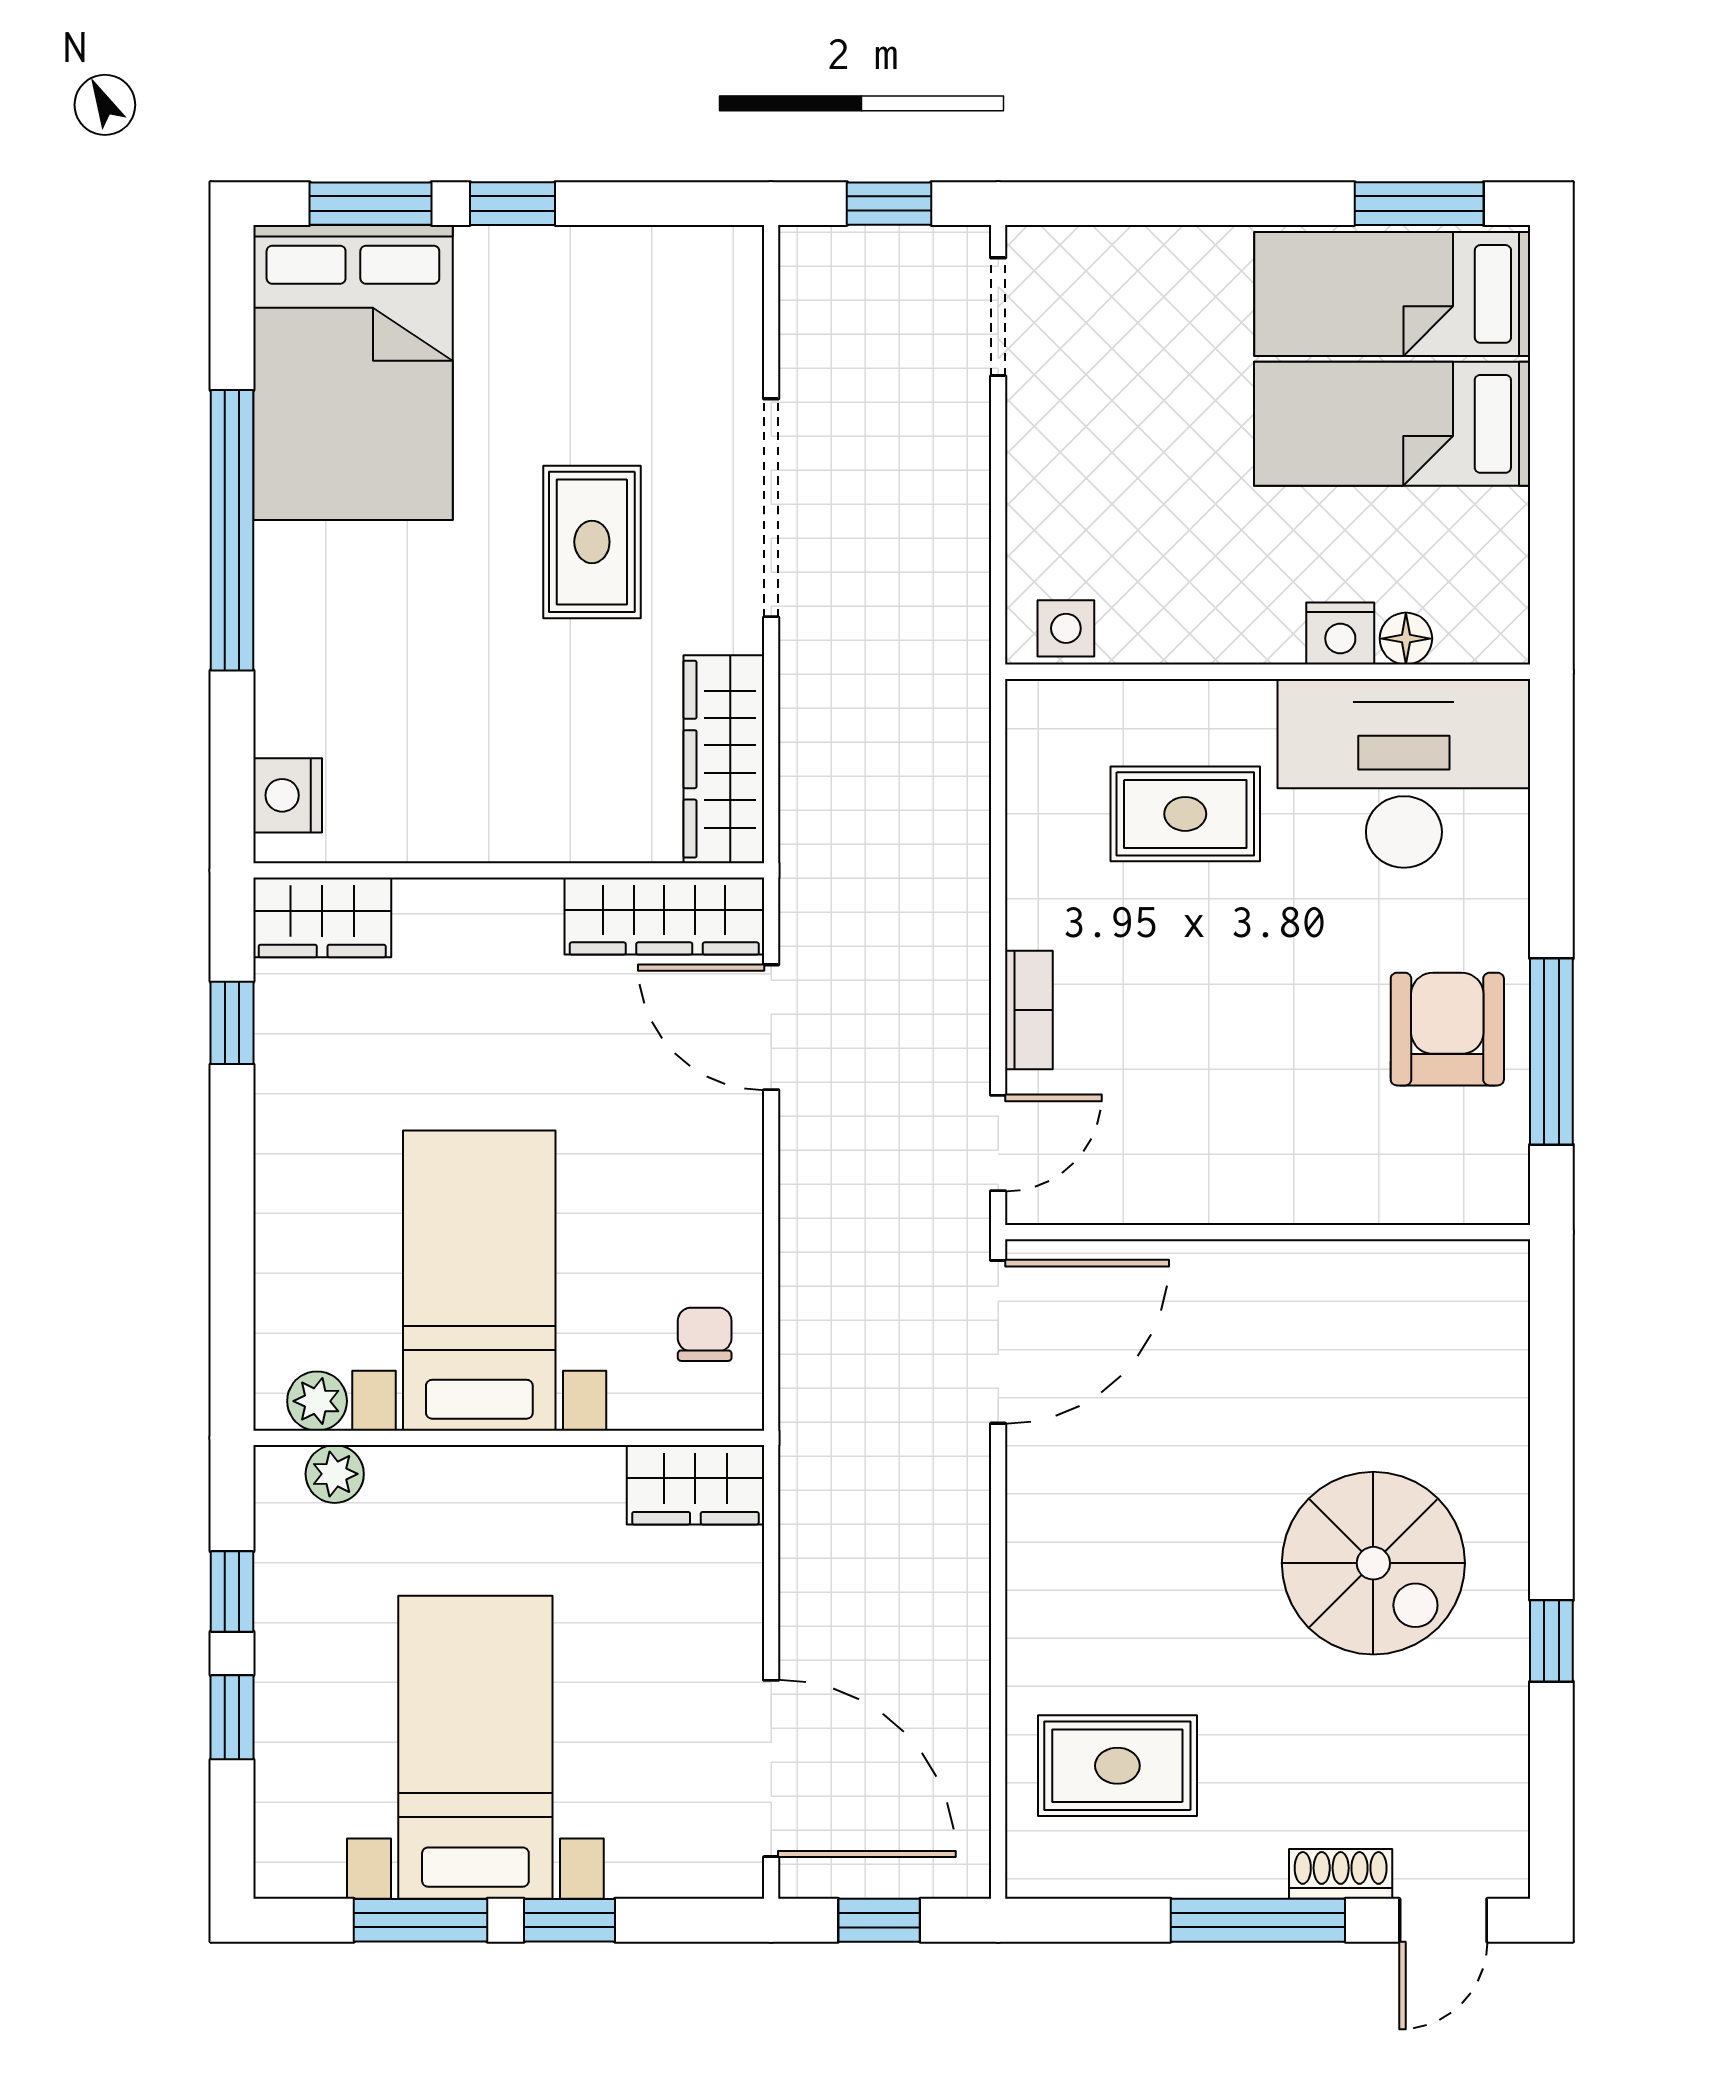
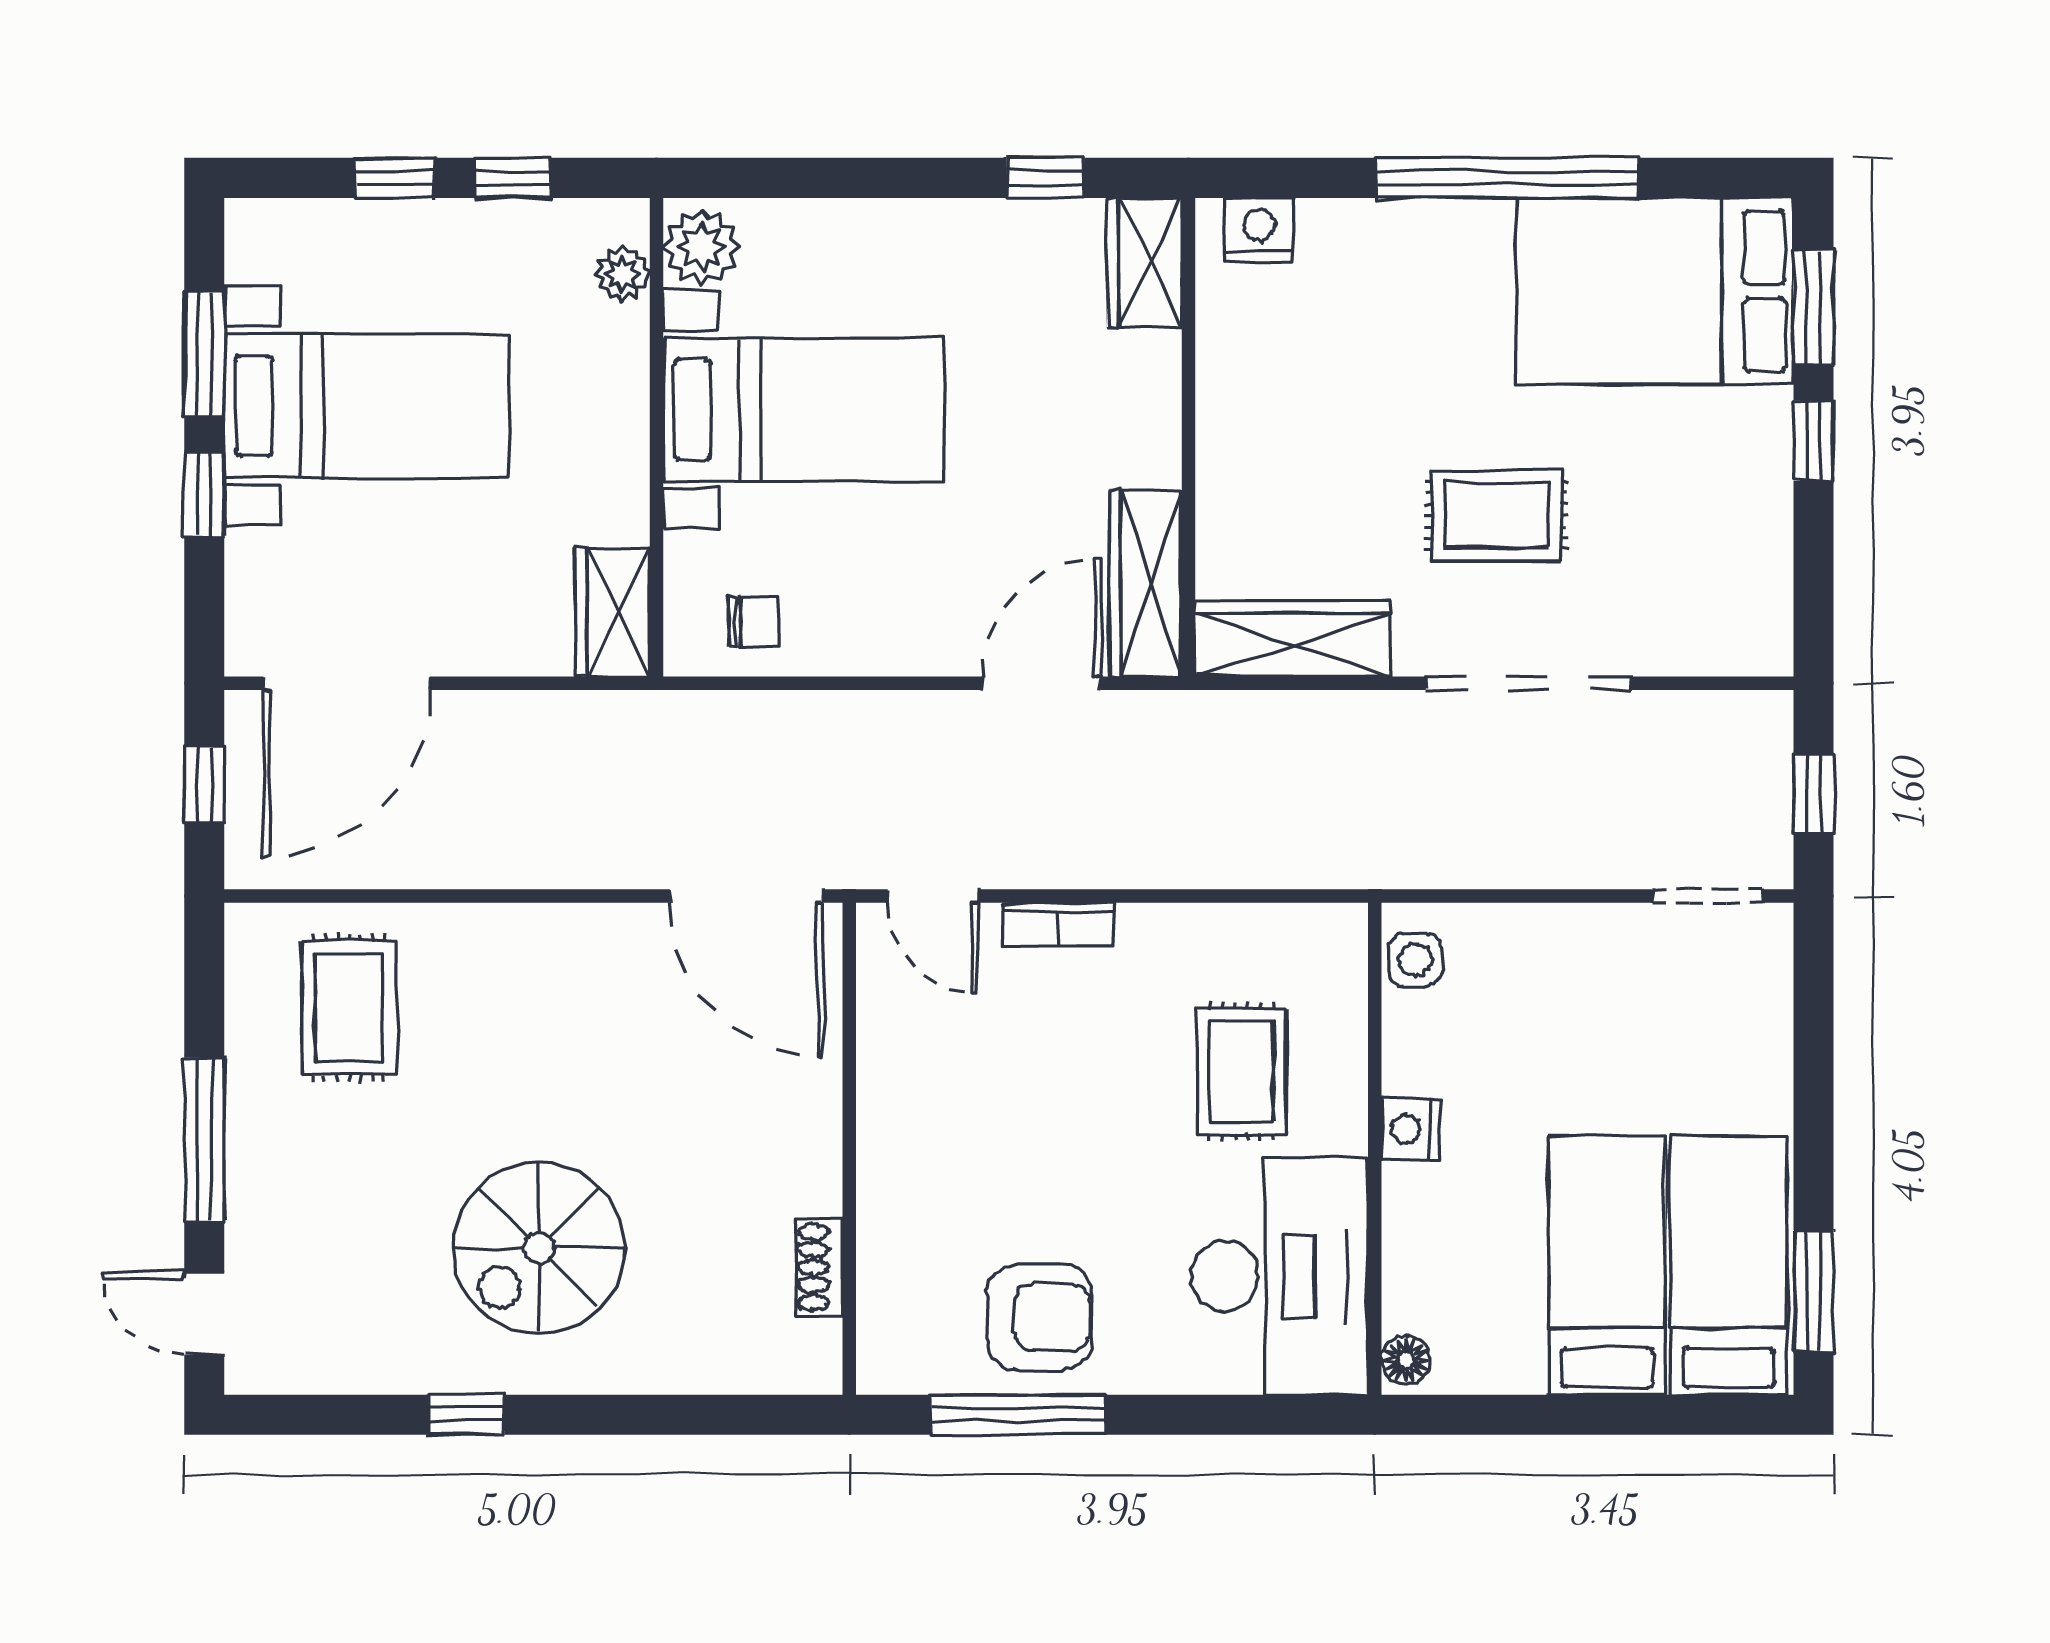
nightstand: (1340, 634) -> (1411, 1129), moved
floor lamp: (1406, 639) -> (1406, 1360), moved
plant: (317, 1401) -> (701, 247), width x1.38, depth x1.38
shoe rack: (1341, 1874) -> (819, 1267), moved, turned 180

